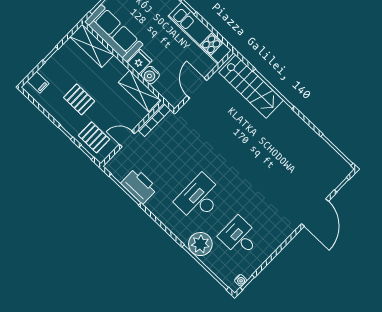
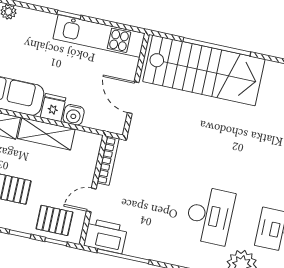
stairs: (251, 86) -> (204, 70), width x1.36, depth x1.51
shelving: (139, 91) -> (46, 134), moved
printer: (139, 186) -> (106, 236), moved
desk: (199, 198) -> (210, 216), turned 180

